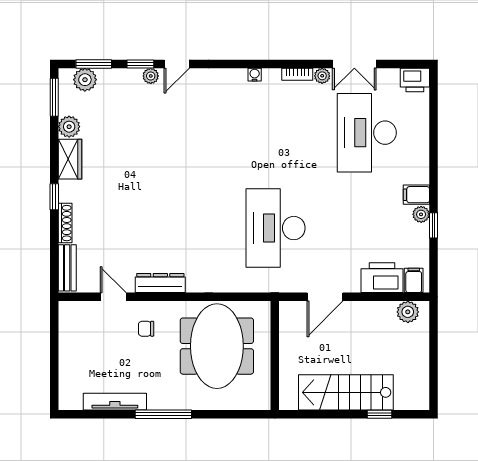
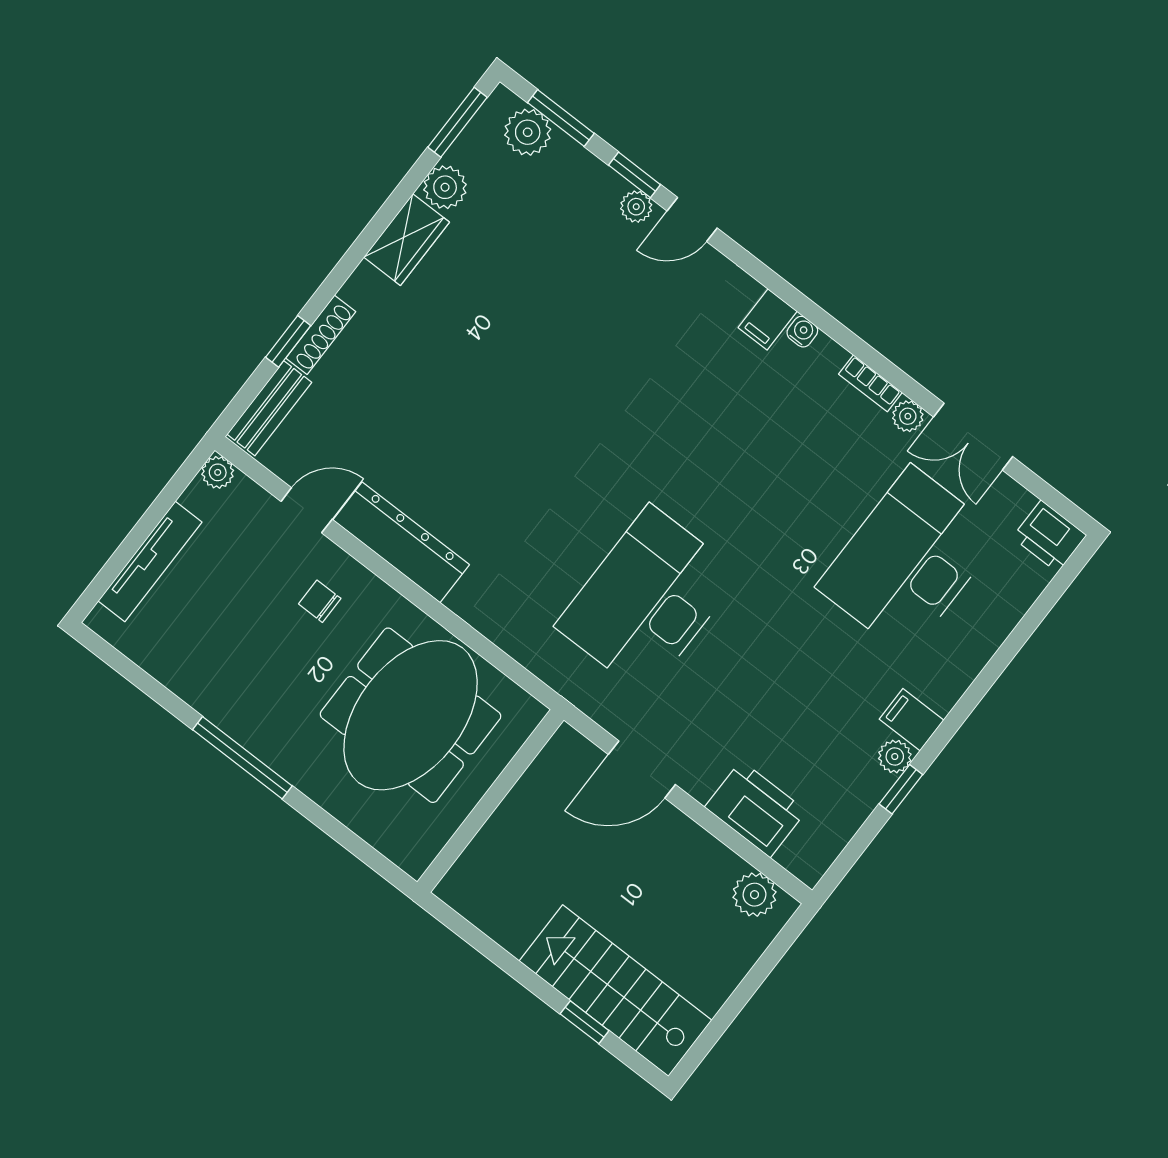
window: (54, 197) -> (288, 341), moved
filing cabinet: (414, 280) -> (768, 319), moved, turned 180
dresser: (160, 283) -> (401, 542), width x1.37, depth x1.24
door: (113, 297) -> (307, 510), hinge flipped
plant: (66, 309) -> (218, 472), added
stairs: (346, 392) -> (615, 991), moved
tv unit: (115, 402) -> (150, 562), moved, turned 90

